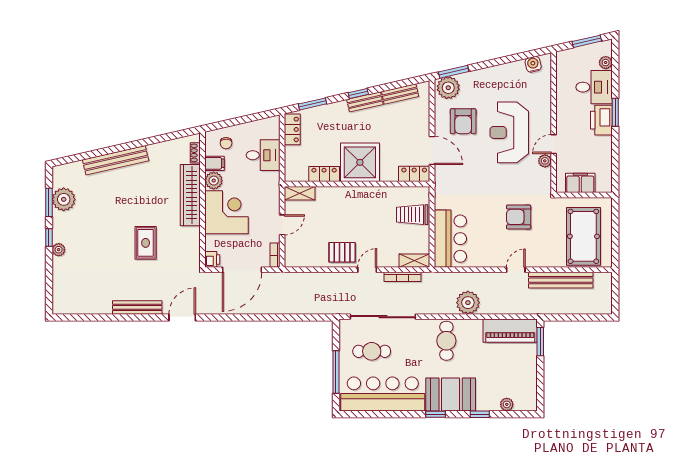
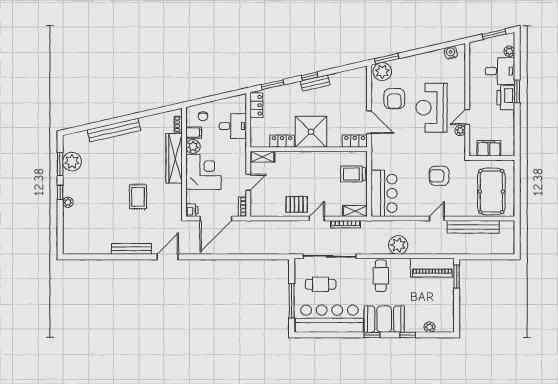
bench: (400, 94) -> (343, 77), removed

